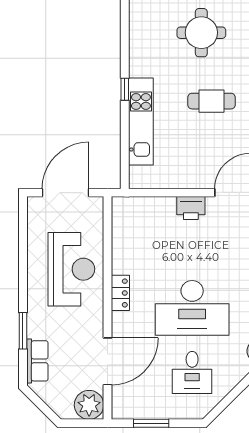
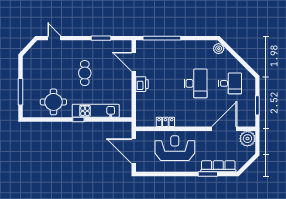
round table: (201, 33) -> (53, 102), moved
locker: (120, 293) -> (165, 122), moved
desk: (192, 308) -> (196, 83), width x0.73, depth x0.77
row of seats: (37, 361) -> (218, 166), width x1.48
door: (108, 361) -> (224, 129), hinge flipped

